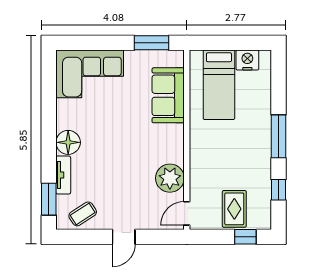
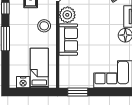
sofa: (168, 95) -> (68, 40), moved
stool: (211, 159) -> (44, 26), added

